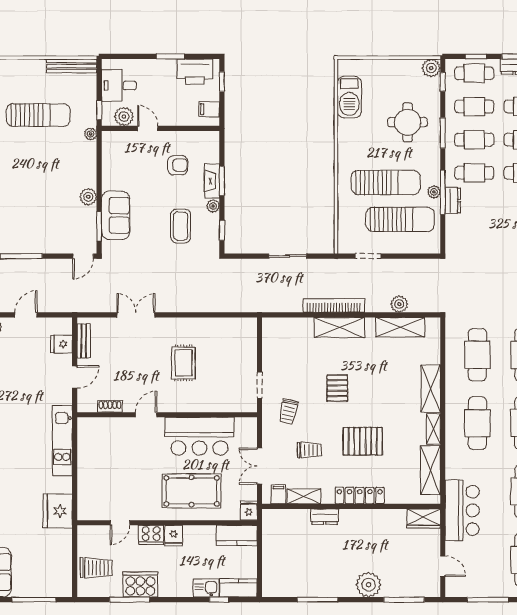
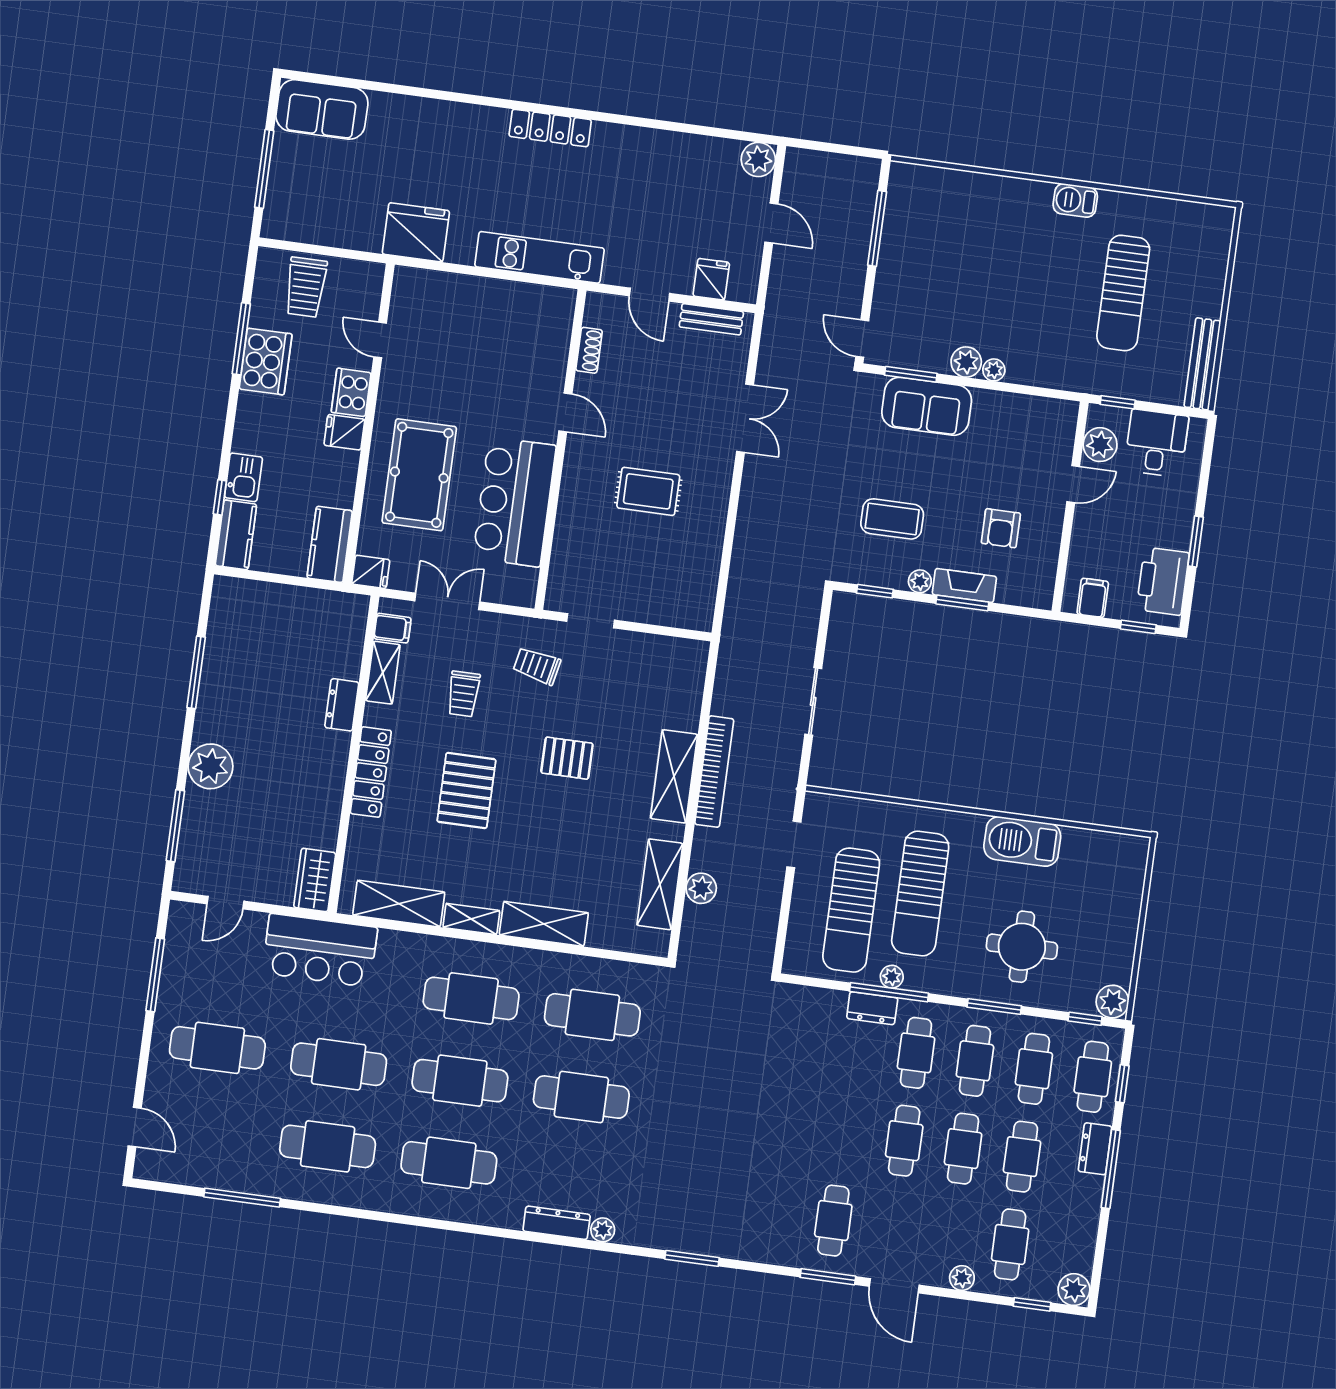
barbecue: (349, 97) -> (1022, 841), moved
plant: (91, 134) -> (994, 370), moved

